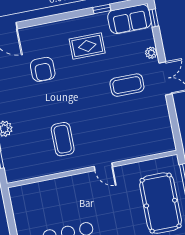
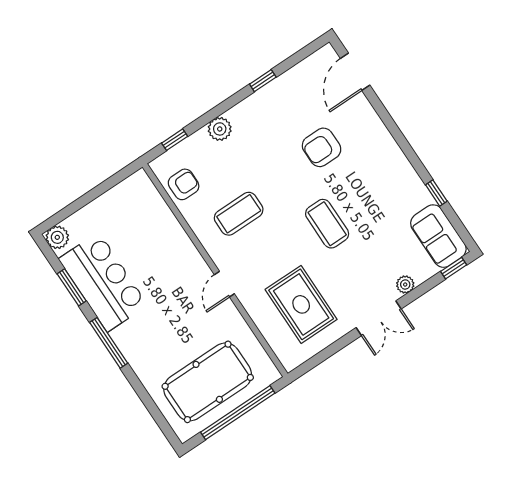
rug: (87, 46) -> (301, 304), moved, width x1.36, depth x1.43
coffee table: (127, 85) -> (327, 224), moved
armchair: (30, 166) -> (184, 184), added

